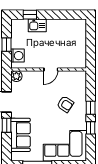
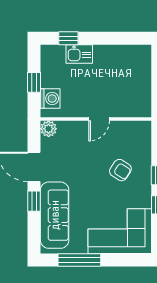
sofa: (20, 135) -> (55, 215), width x1.36

